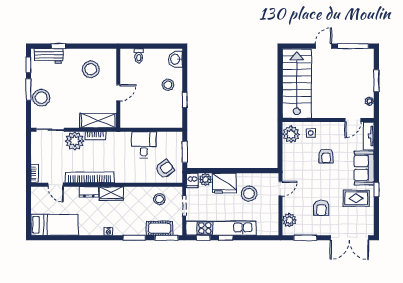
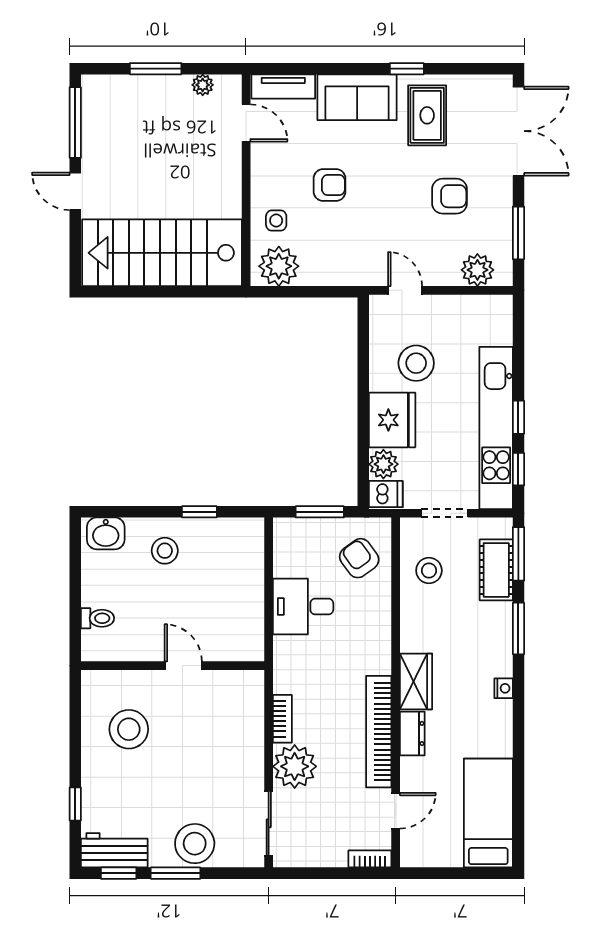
workbench: (49, 56) -> (114, 850), moved, turned -90
shelving: (98, 121) -> (248, 712), removed

